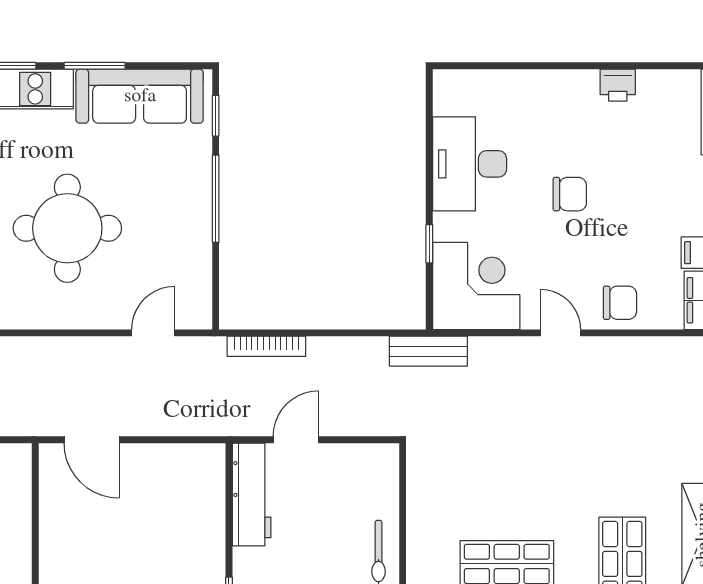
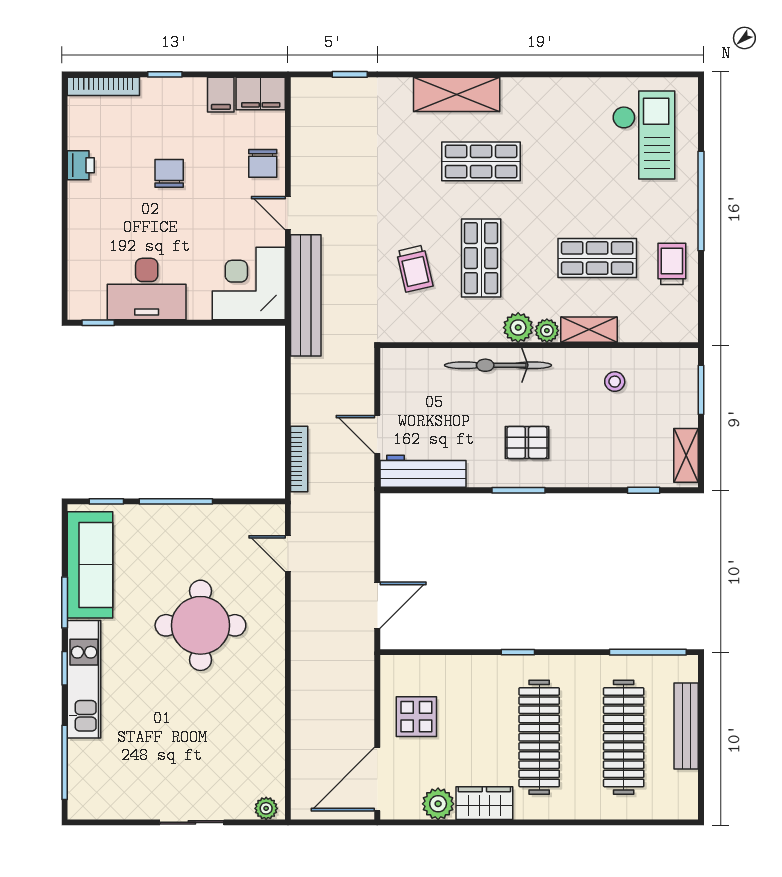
chair: (570, 194) -> (169, 173), moved
window: (429, 244) -> (98, 323), moved
chair: (620, 303) -> (263, 163), turned 180
door: (561, 333) -> (288, 213), hinge flipped
bench: (428, 351) -> (306, 295), width x1.86, depth x1.21
trolley: (494, 484) -> (415, 269), added

